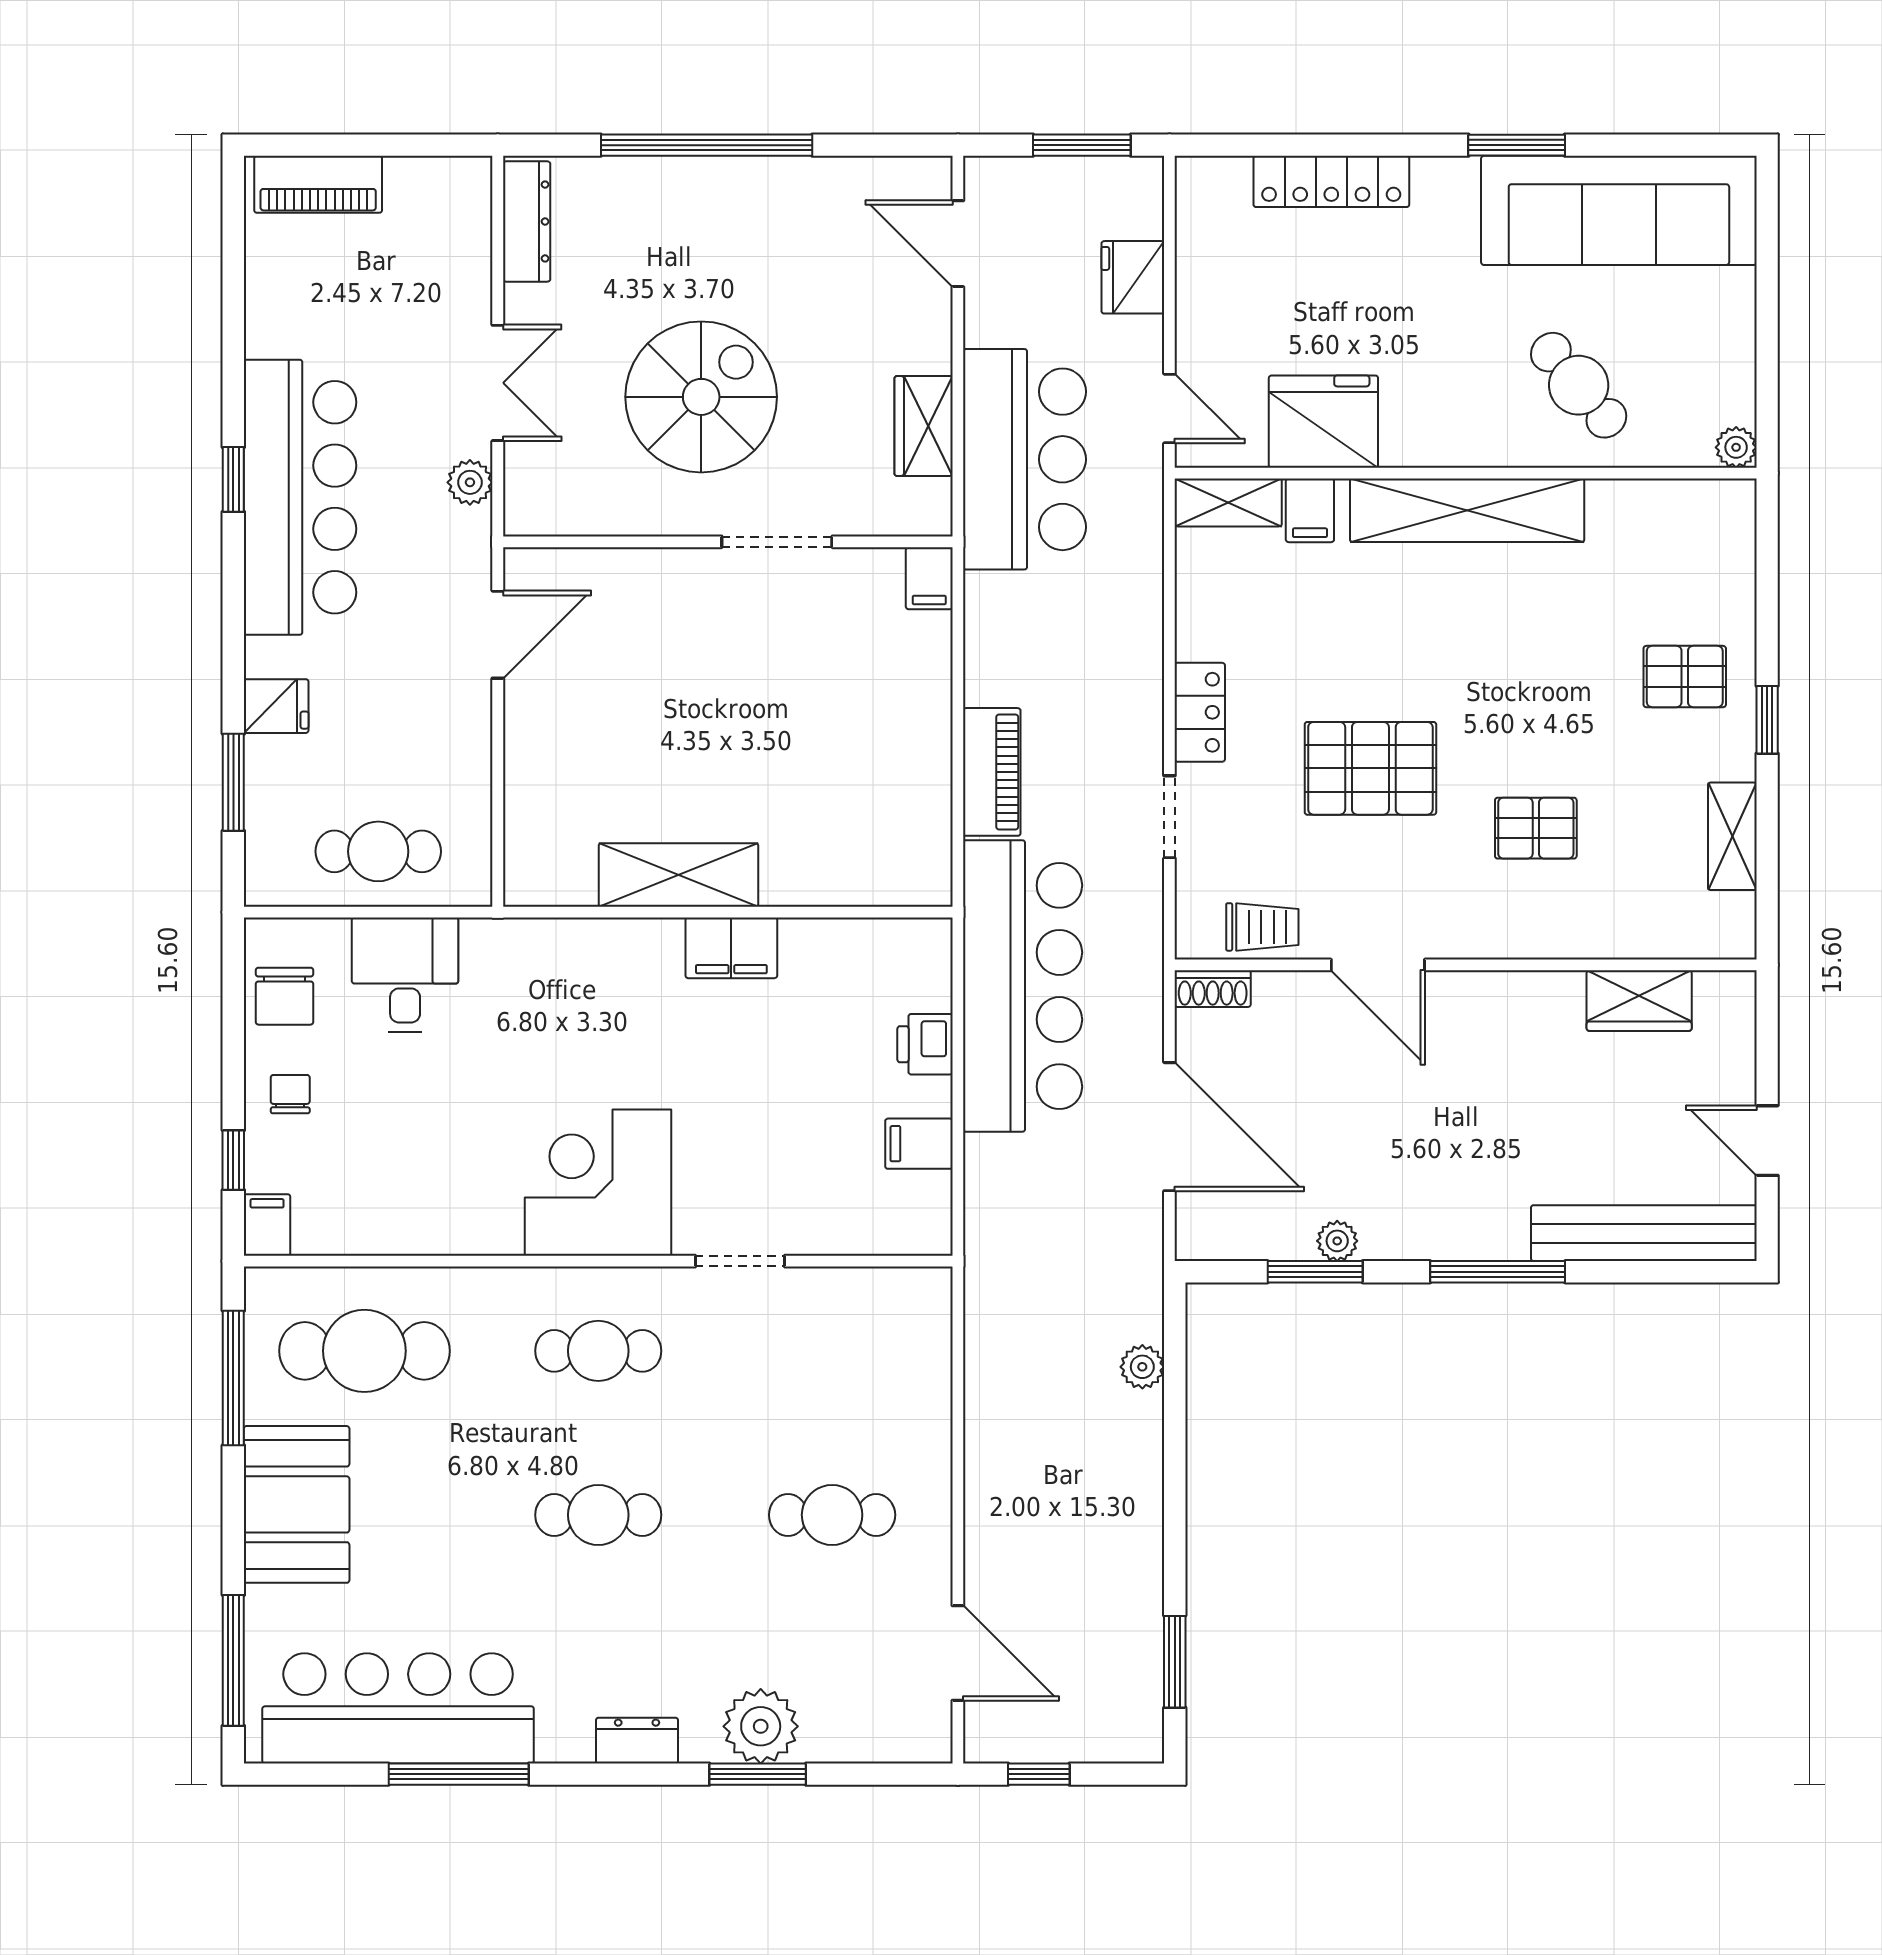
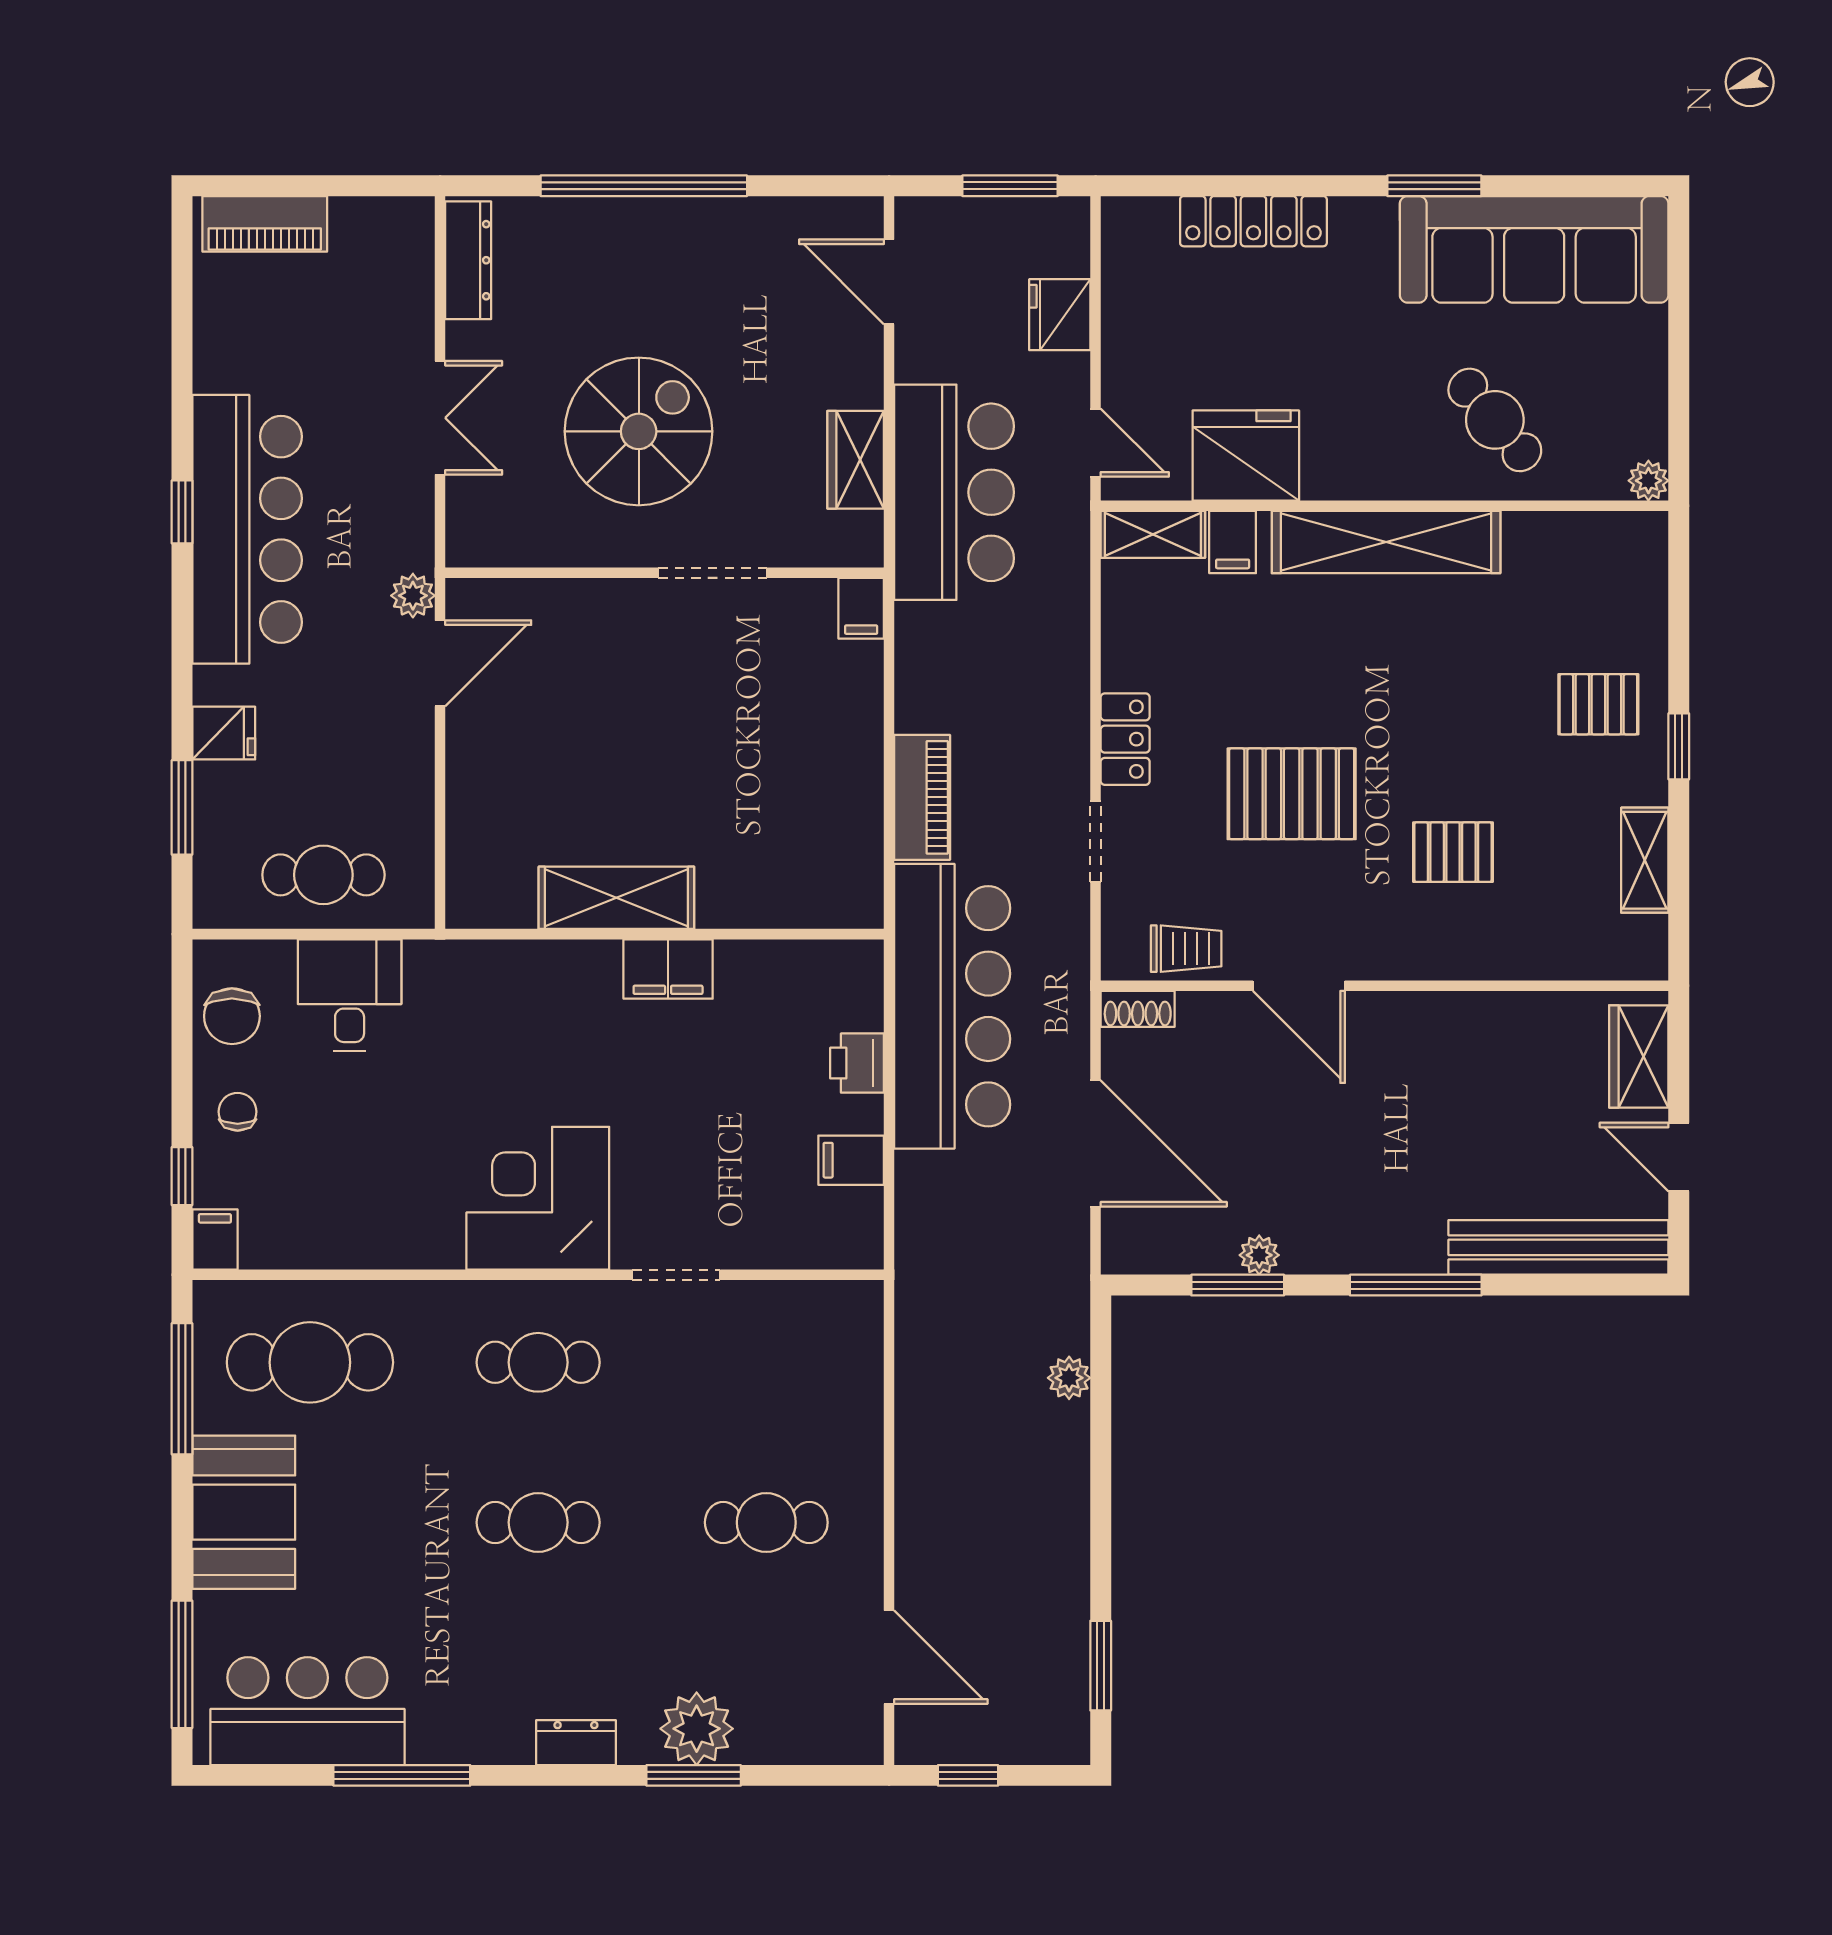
plant: (470, 482) -> (413, 596), moved
wardrobe: (1639, 1001) -> (1639, 1056), moved, turned 90
bar counter: (398, 1708) -> (307, 1711), width x0.73

